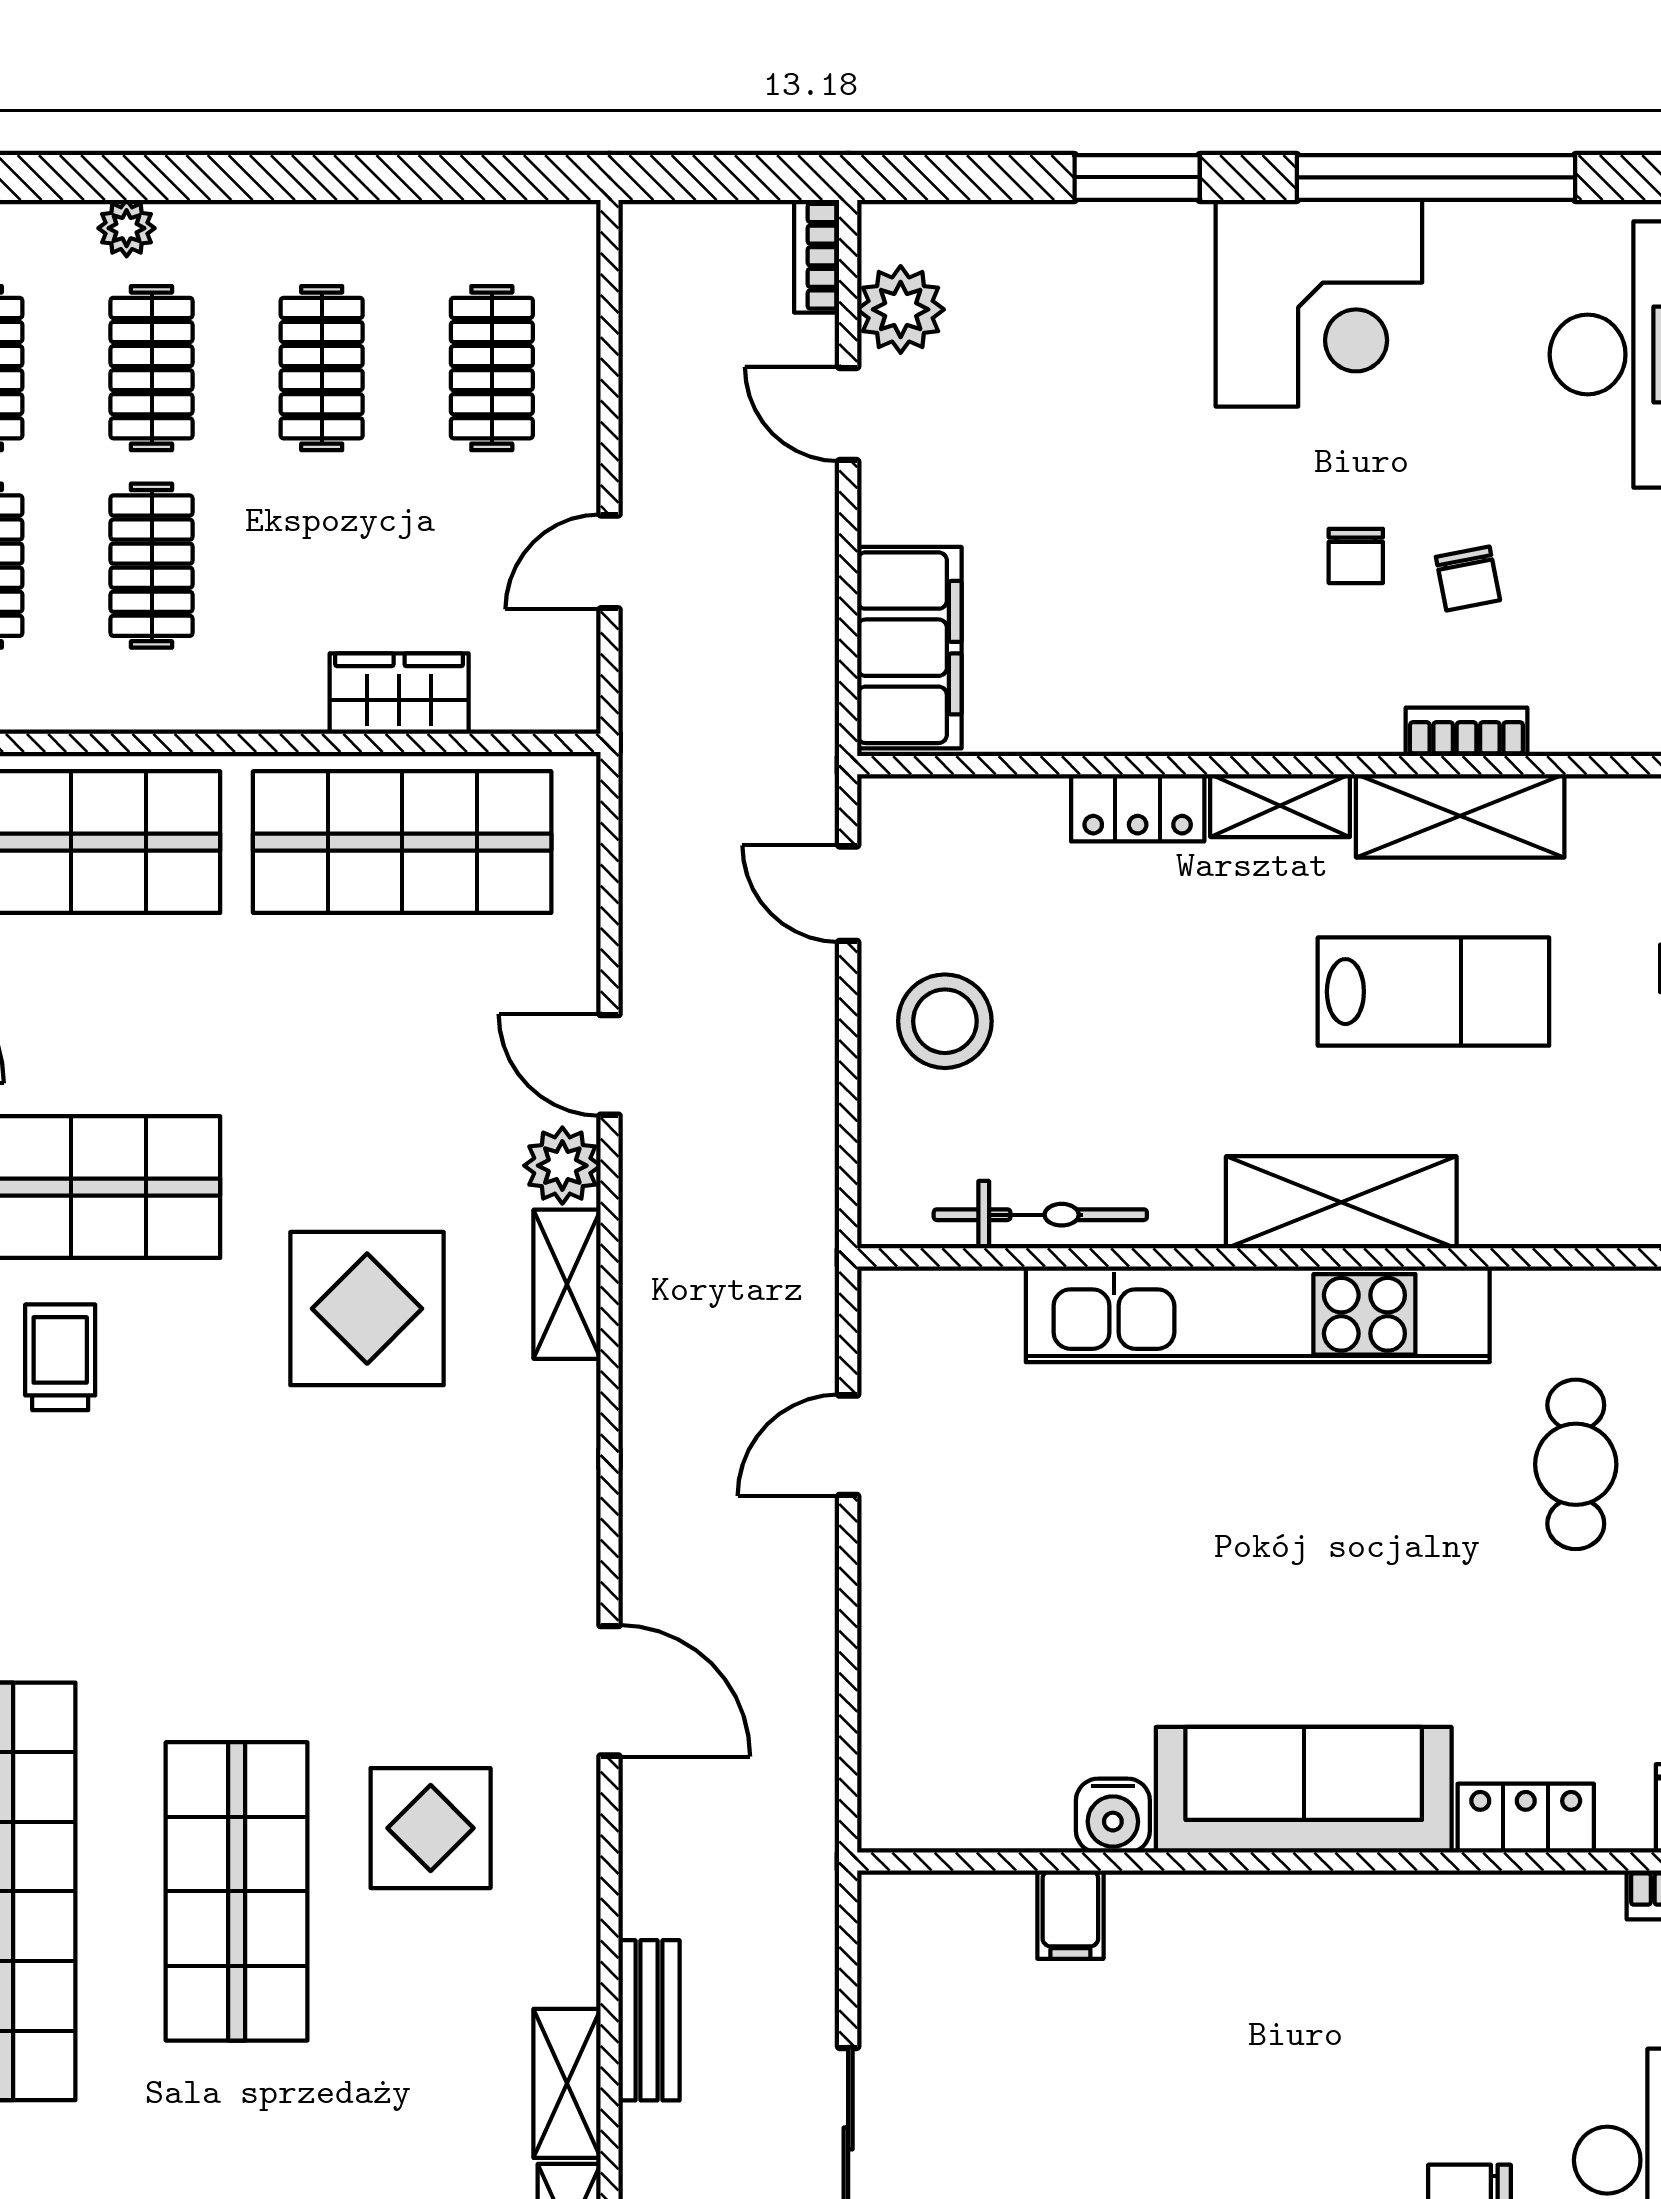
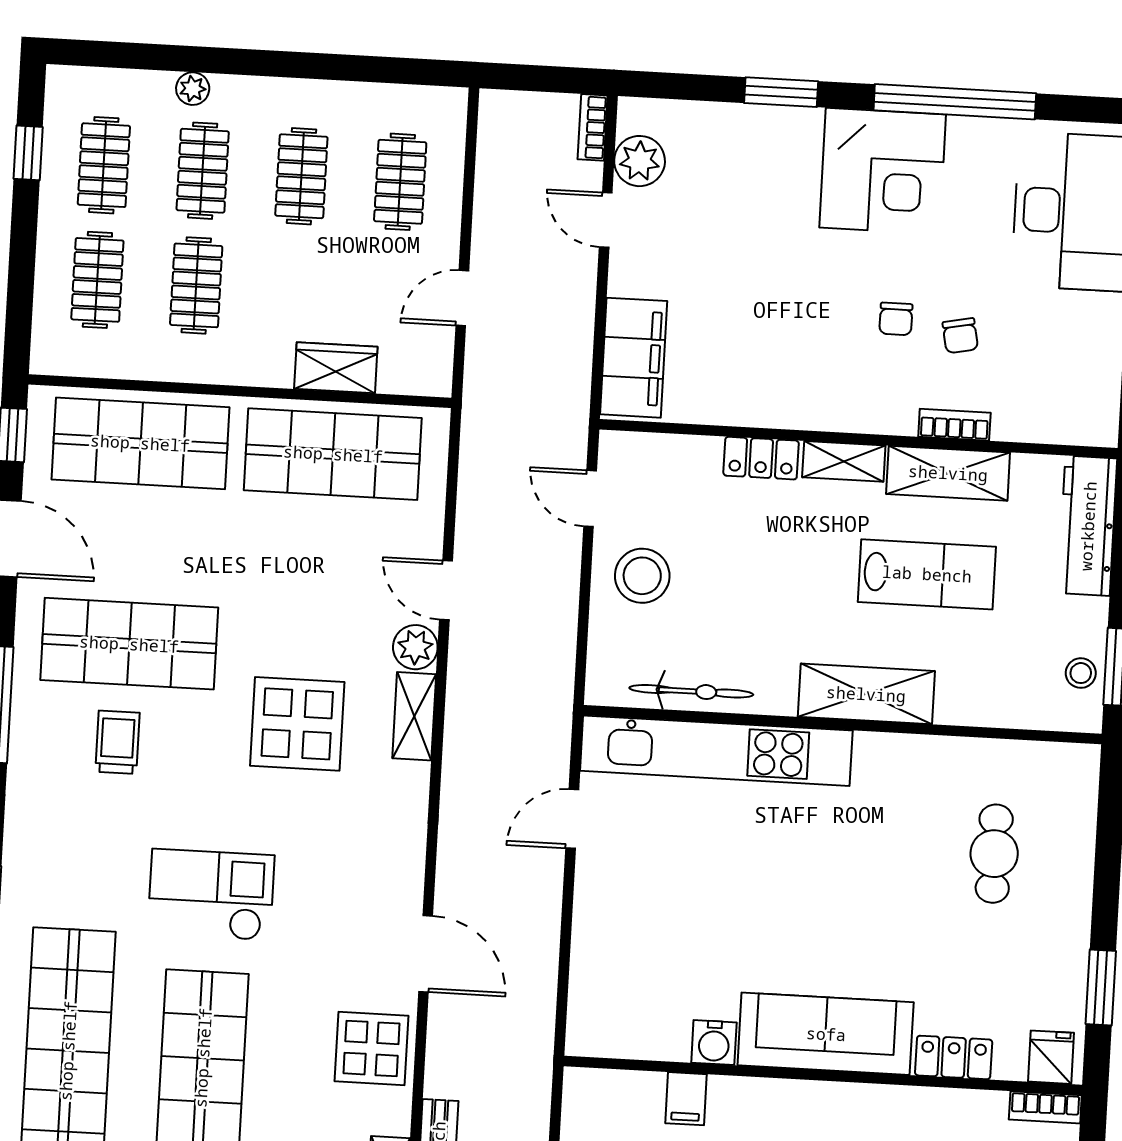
kitchen unit: (1258, 1314) -> (716, 751), moved
checkout: (236, 1610) -> (211, 895), added
display table: (431, 1828) -> (372, 1048), moved

